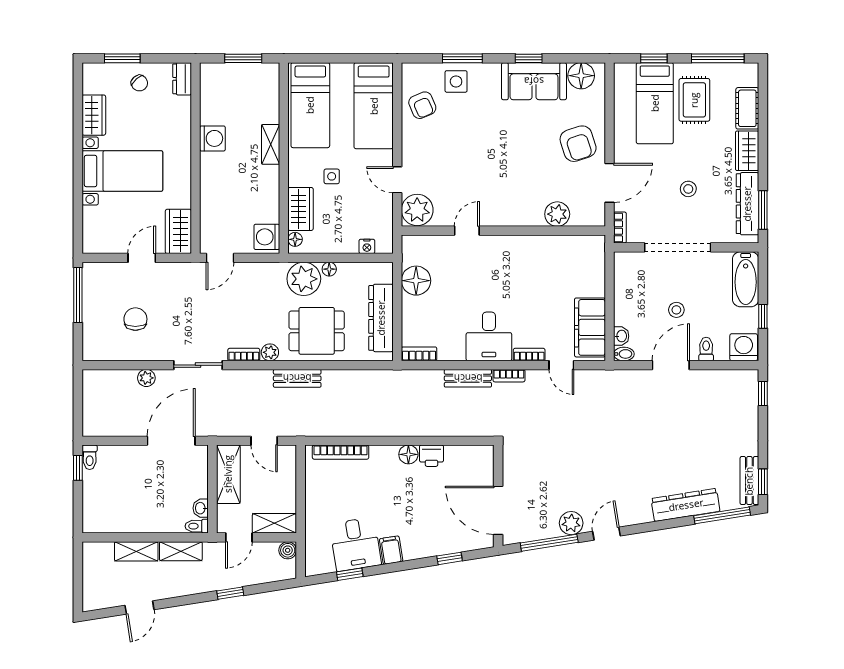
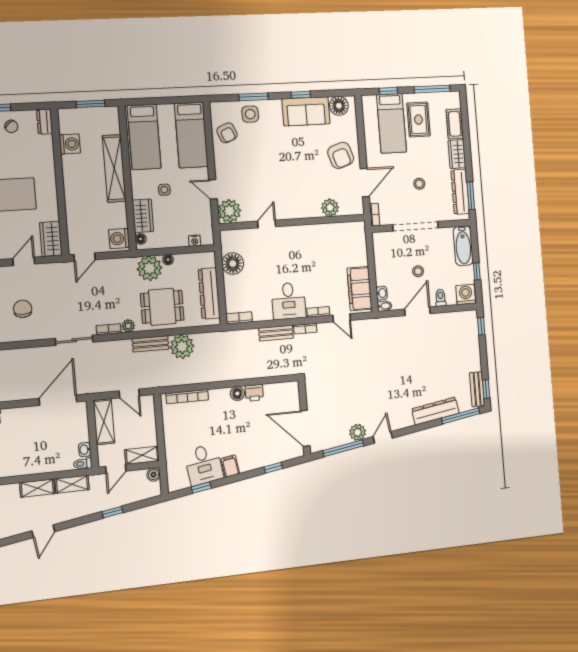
washing machine: (212, 138) -> (70, 144), moved
shelving: (271, 144) -> (114, 168), width x2.20, depth x1.33
plant: (146, 378) -> (182, 347), moved, width x1.88, depth x1.88

